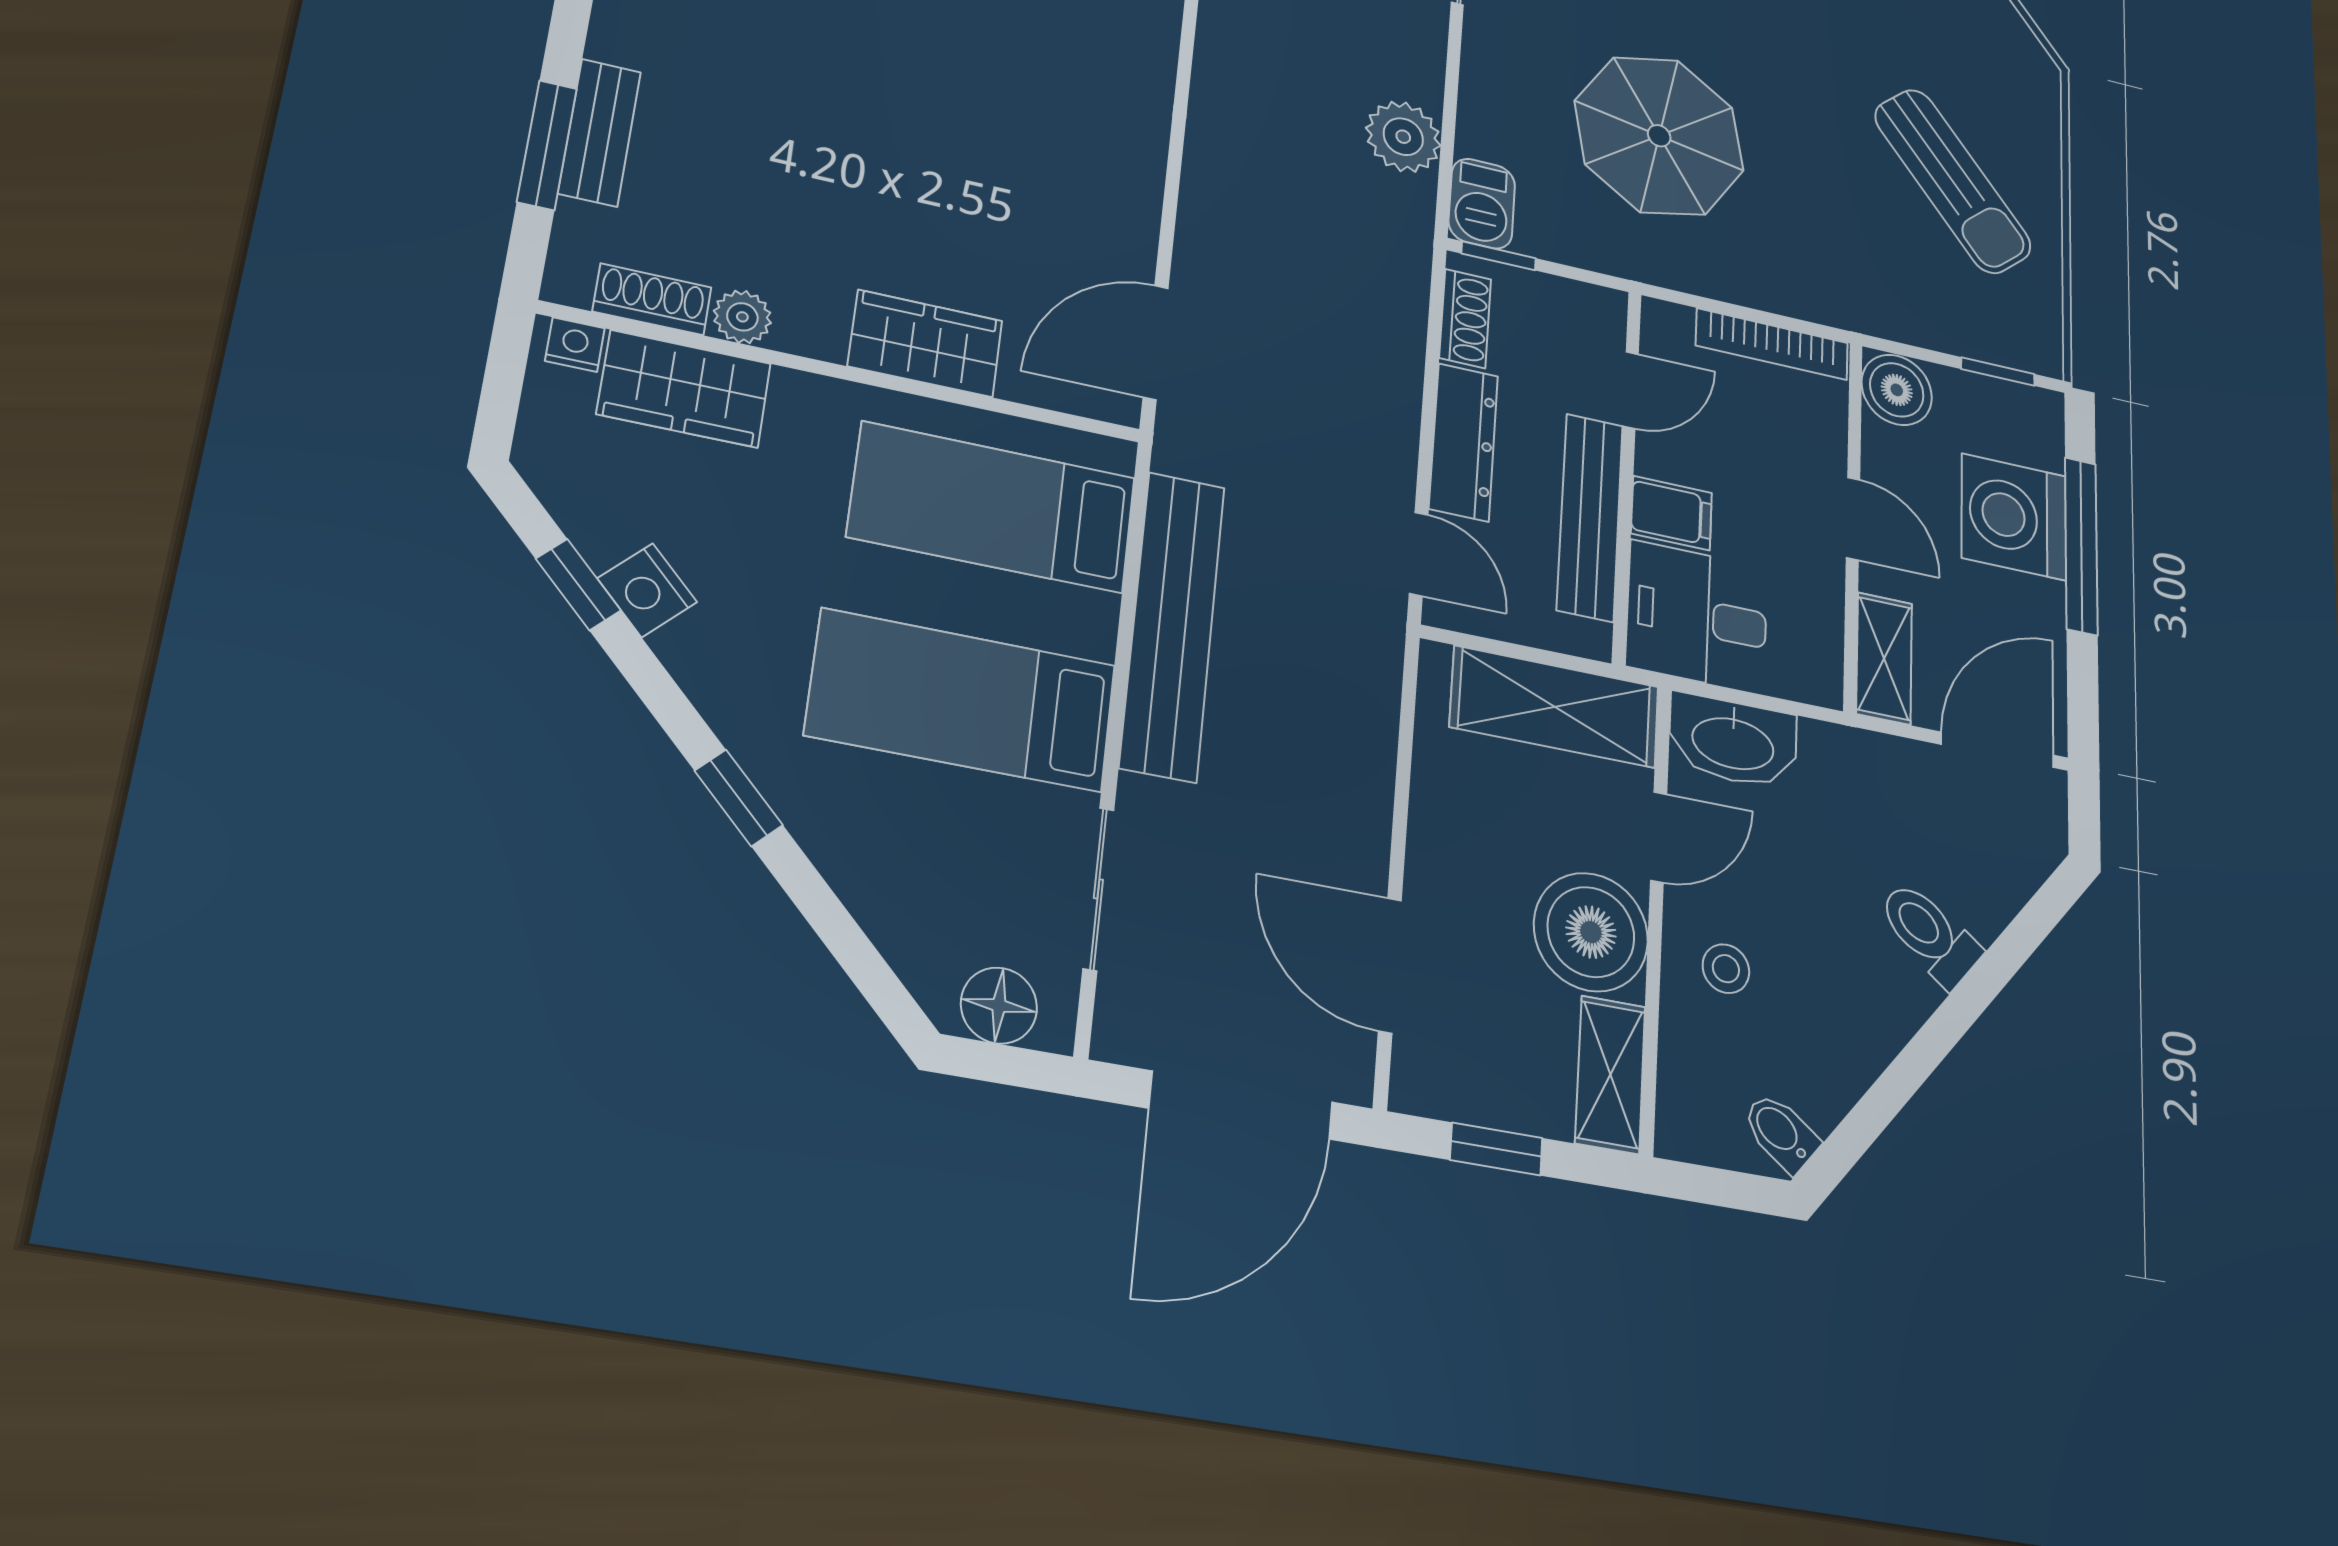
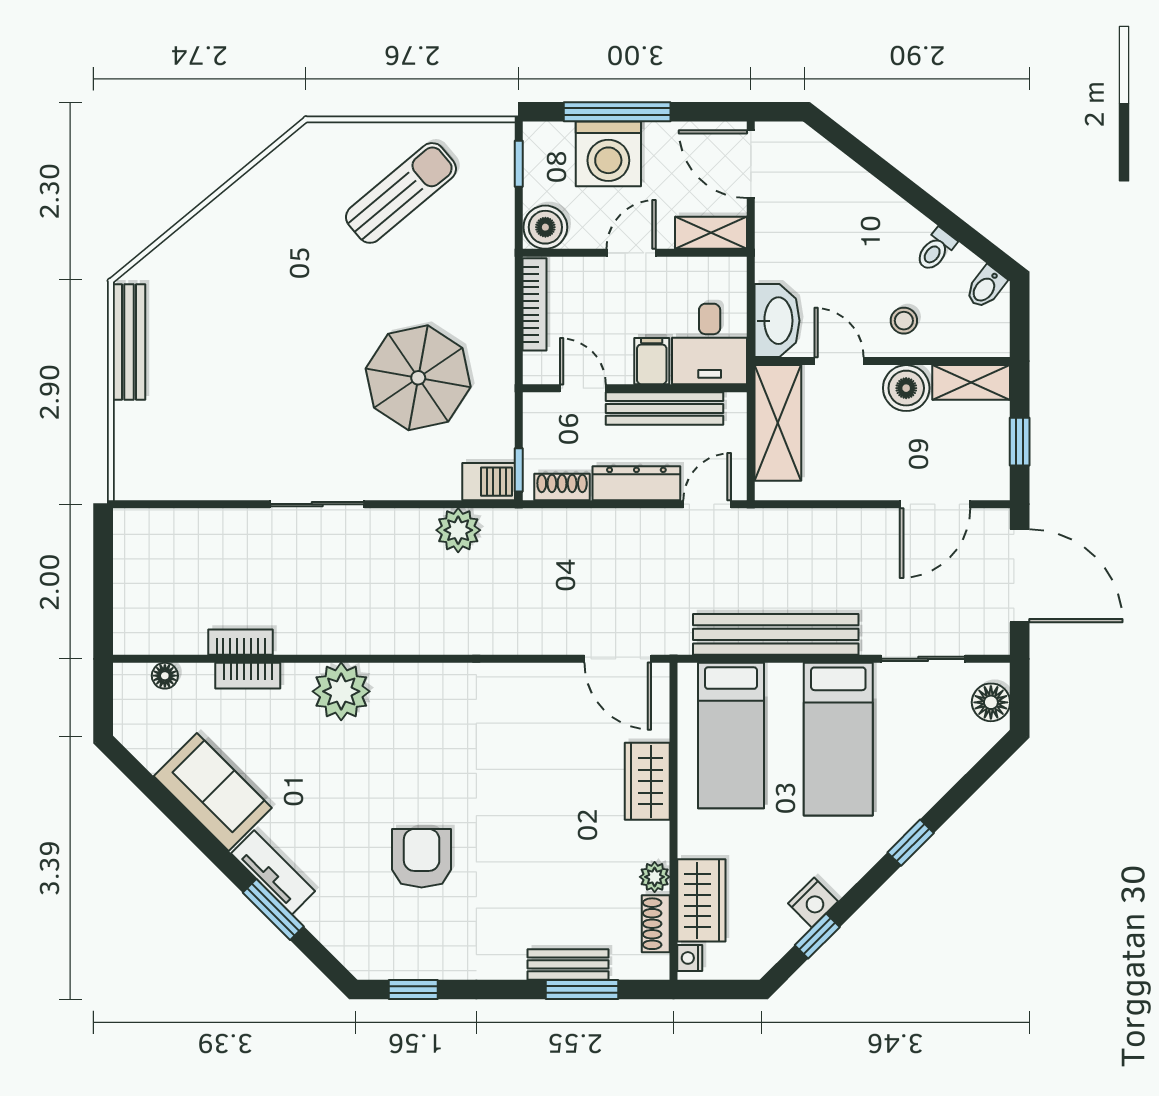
boiler: (1591, 932) -> (906, 388), width x0.73, depth x0.73
toilet: (1929, 934) -> (936, 250), moved, width x0.73, depth x0.72

